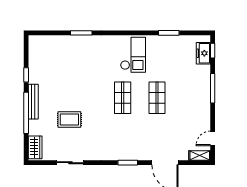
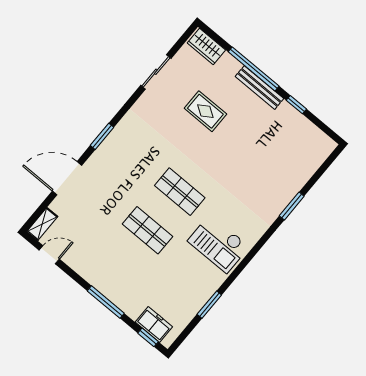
rug: (69, 120) -> (205, 111), turned 90
door: (213, 138) -> (49, 255), hinge flipped

